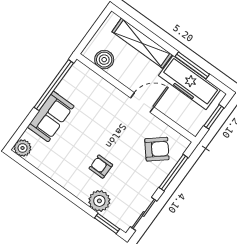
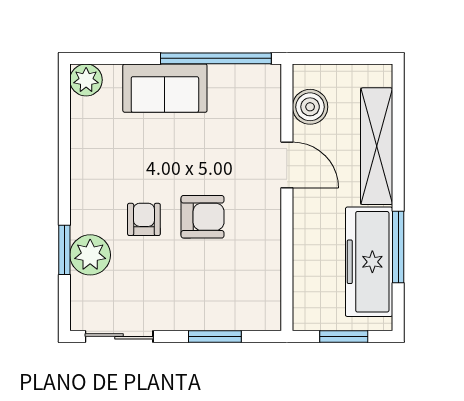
door: (142, 102) -> (287, 165), moved
armchair: (157, 149) -> (203, 217), moved, turned -50
window: (174, 173) -> (215, 336), width x0.69
window: (107, 223) -> (64, 250), moved

